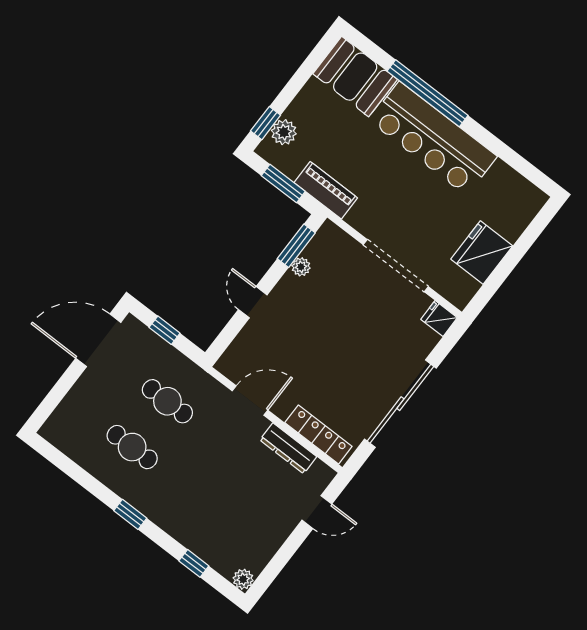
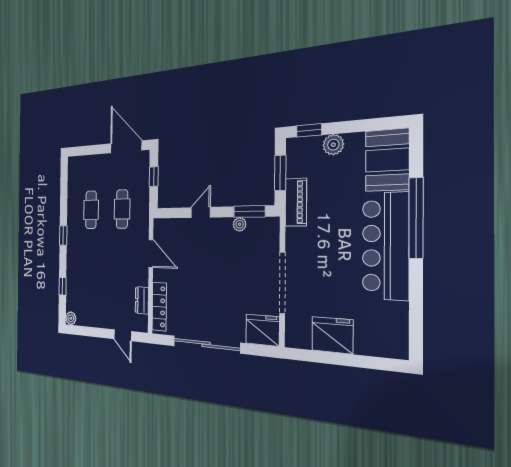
plant: (284, 132) -> (333, 145), moved
fridge: (439, 318) -> (262, 330), width x1.88, depth x1.34
dresser: (288, 448) -> (142, 300), width x0.70

